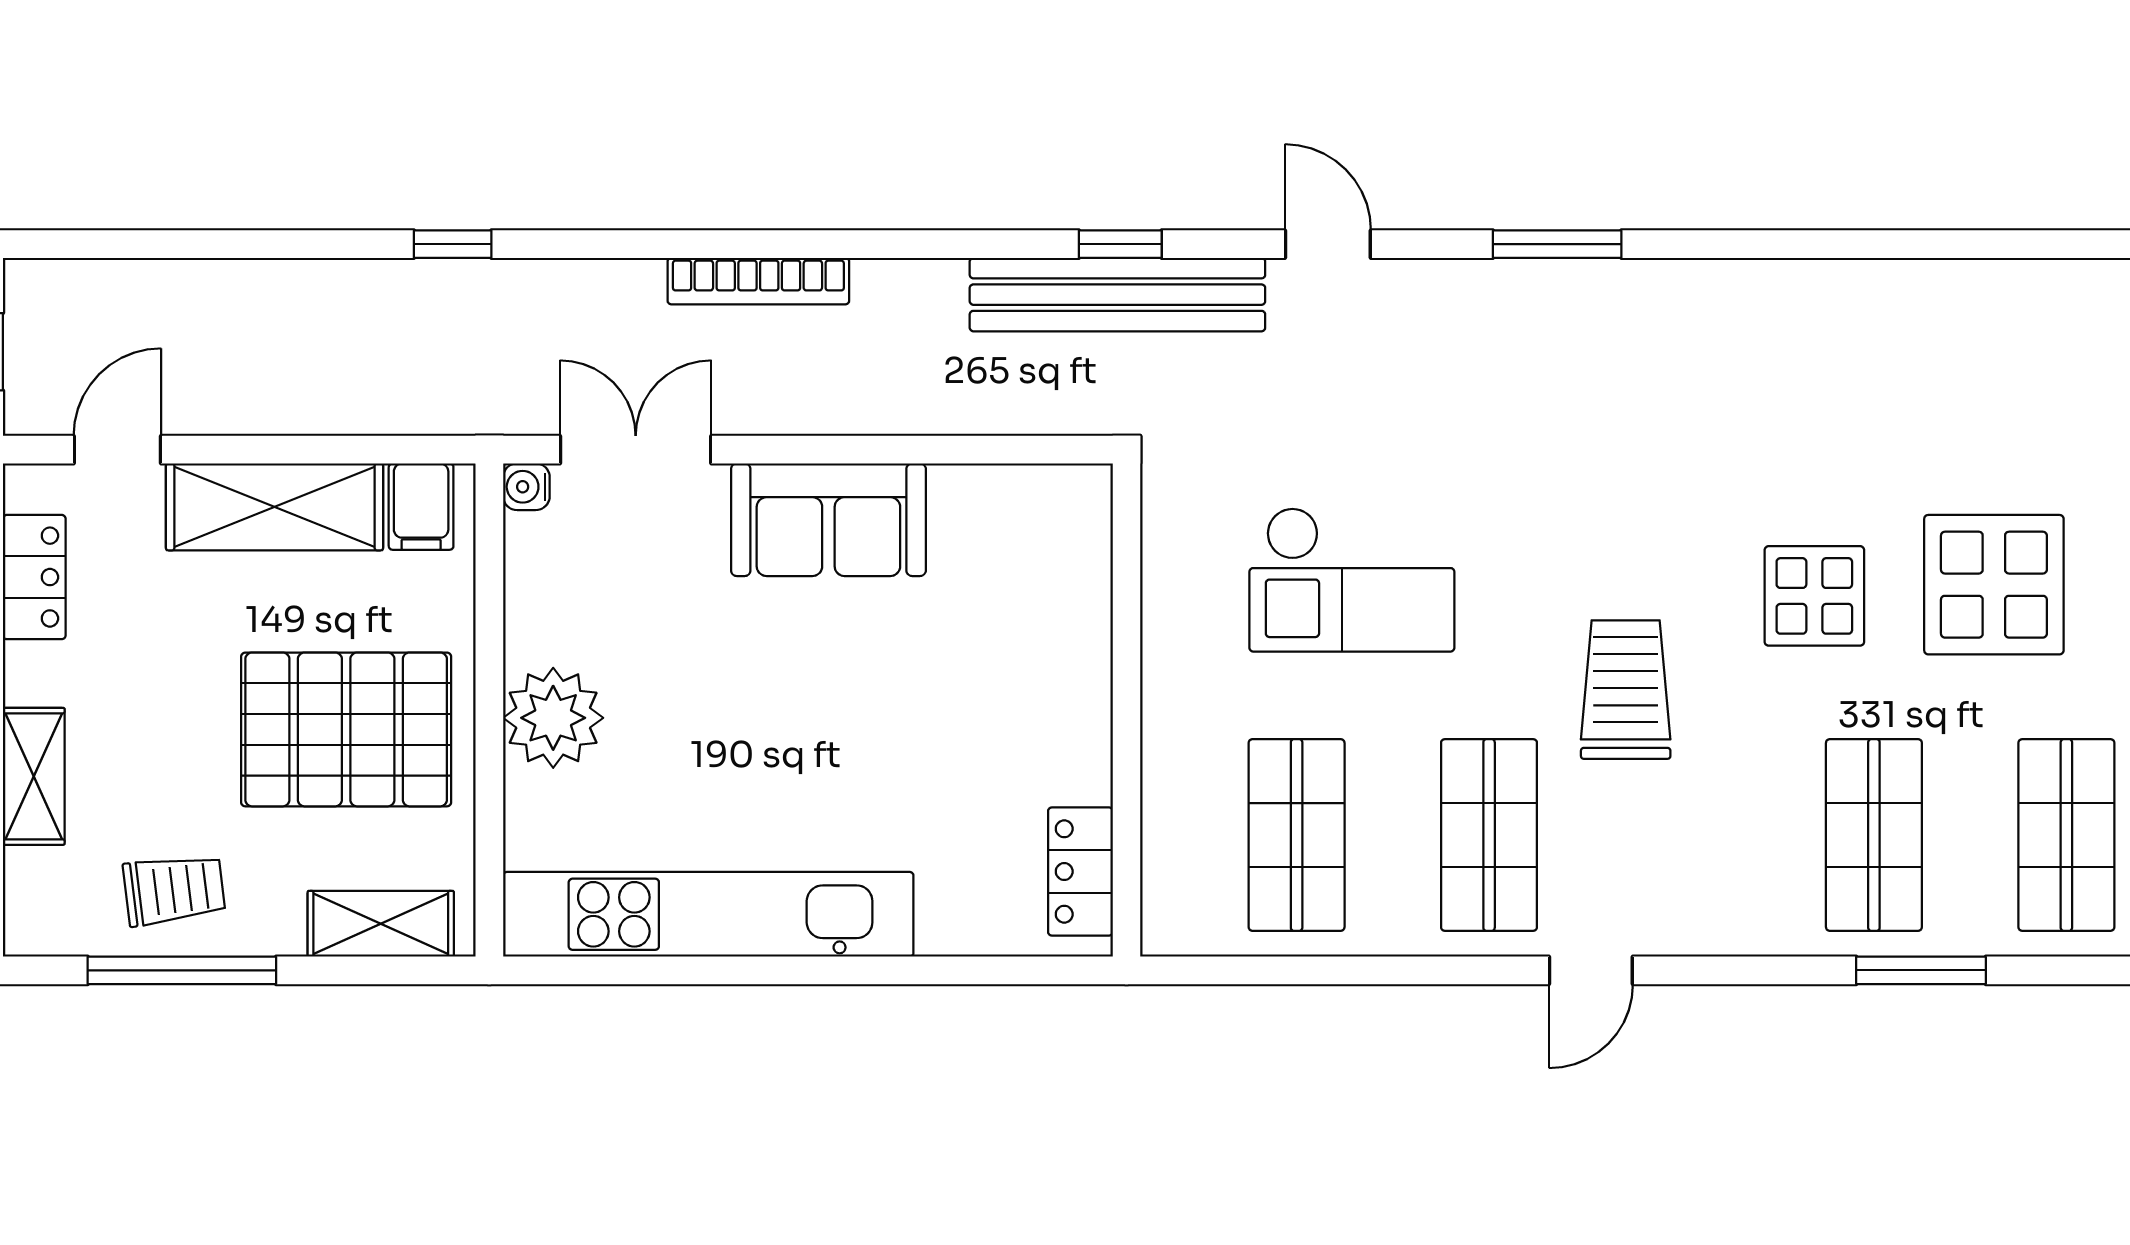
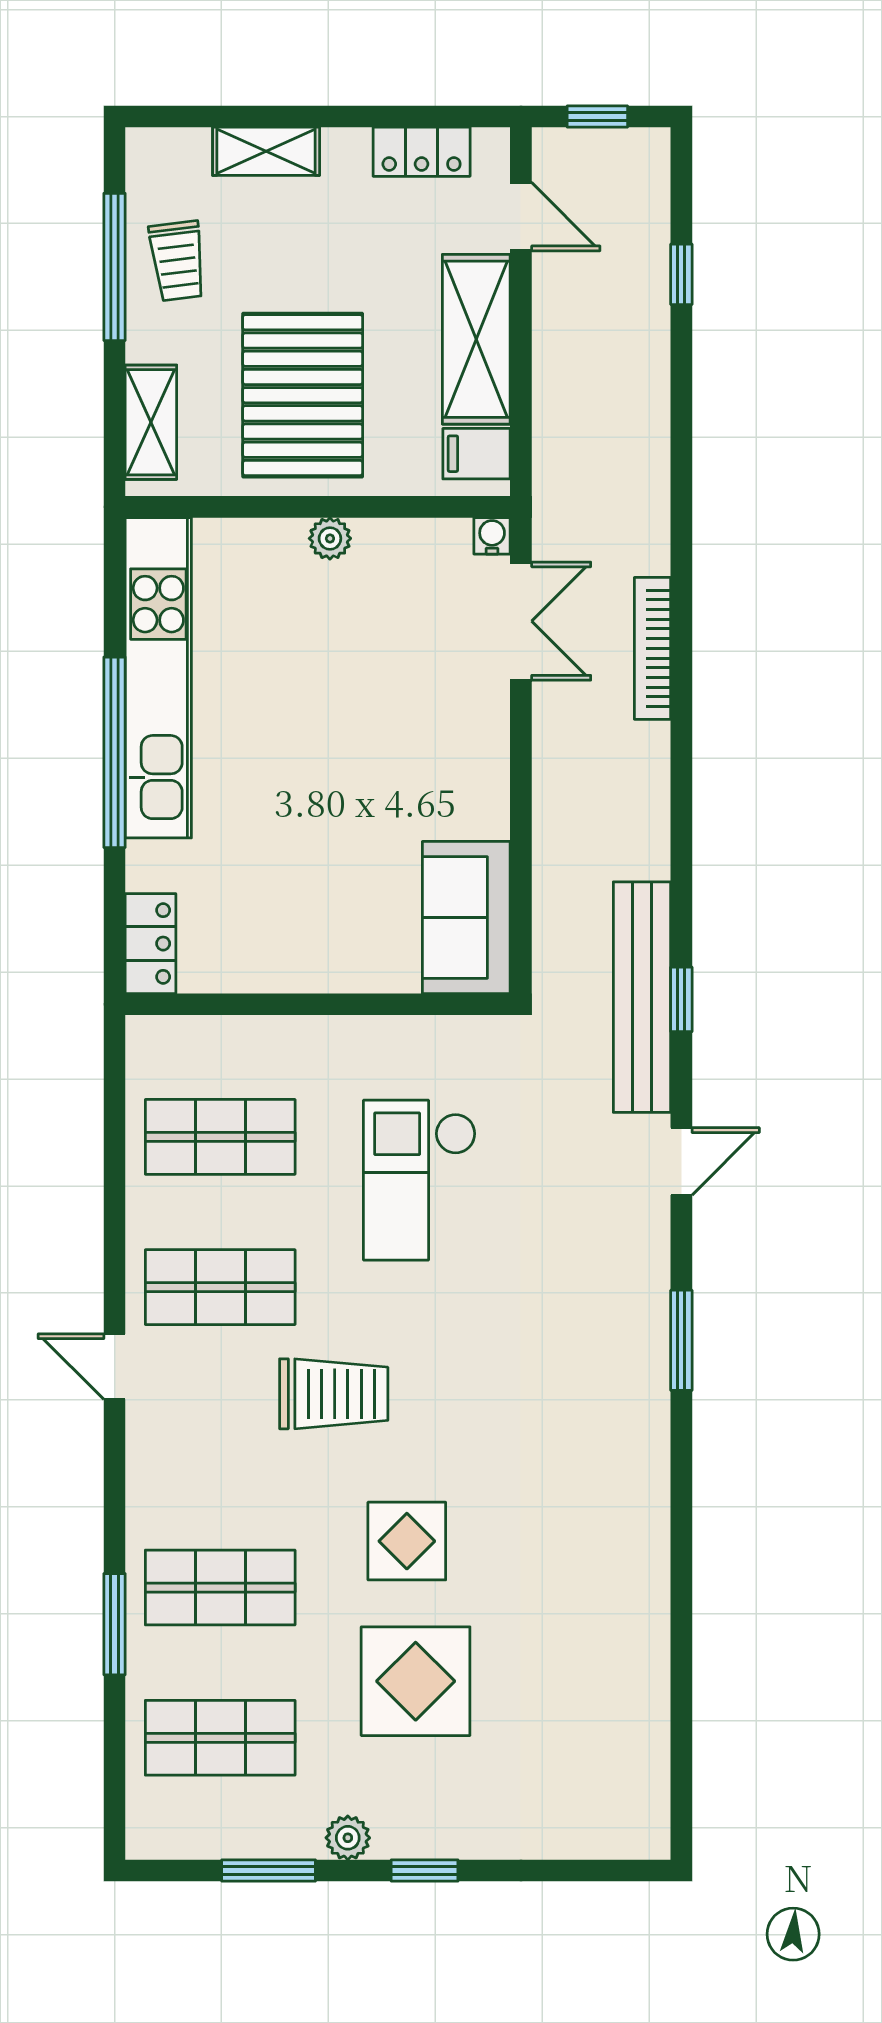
window: (453, 244) -> (681, 274), moved
bookcase: (758, 281) -> (653, 648), moved
sofa: (828, 520) -> (466, 917), moved
plant: (553, 718) -> (330, 538), width x0.53, depth x0.53
locker: (1080, 872) -> (150, 944), moved, turned 90
window: (804, 970) -> (115, 752), added

